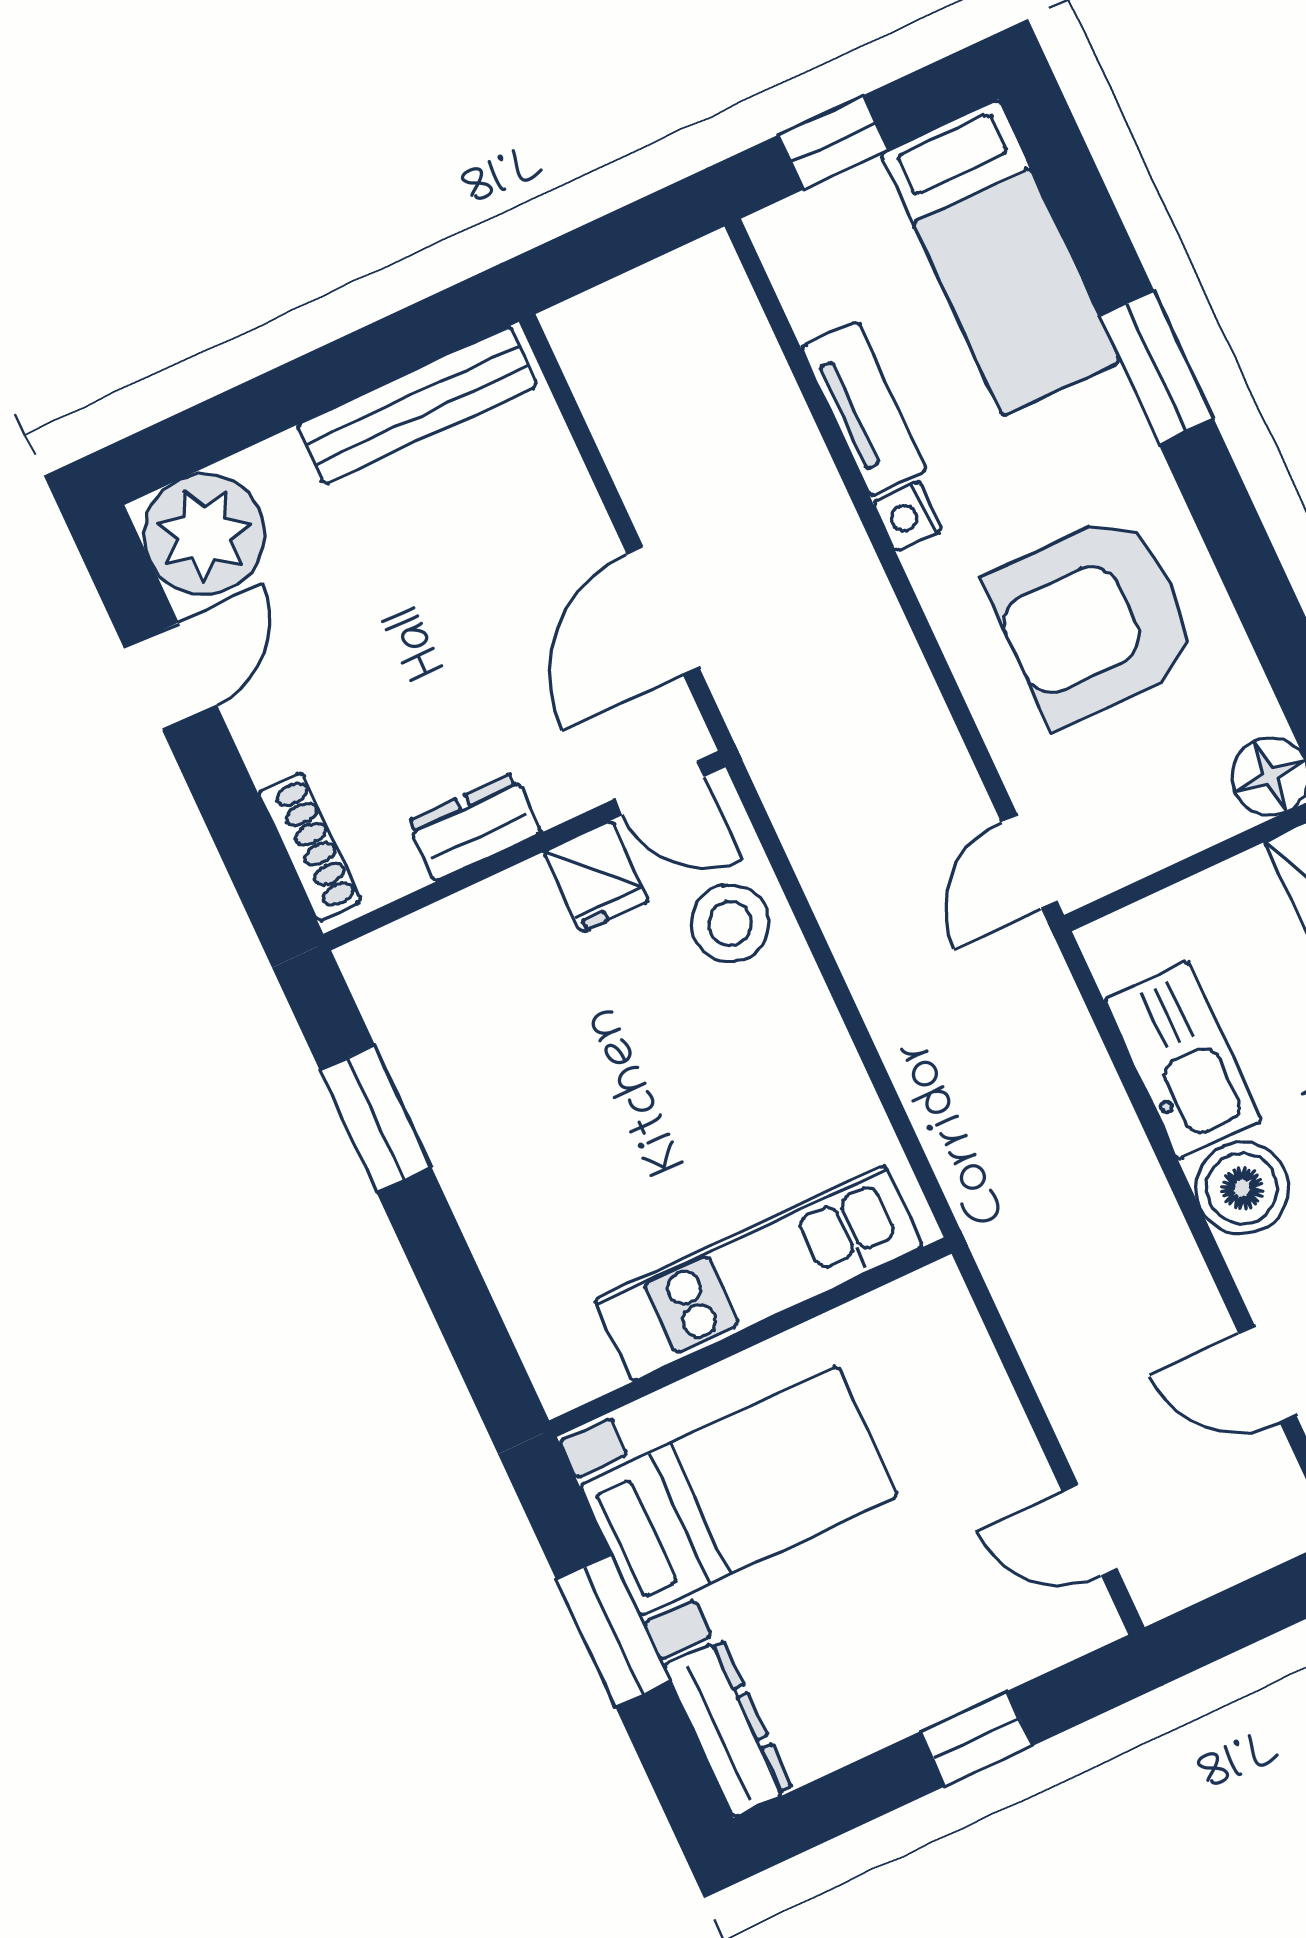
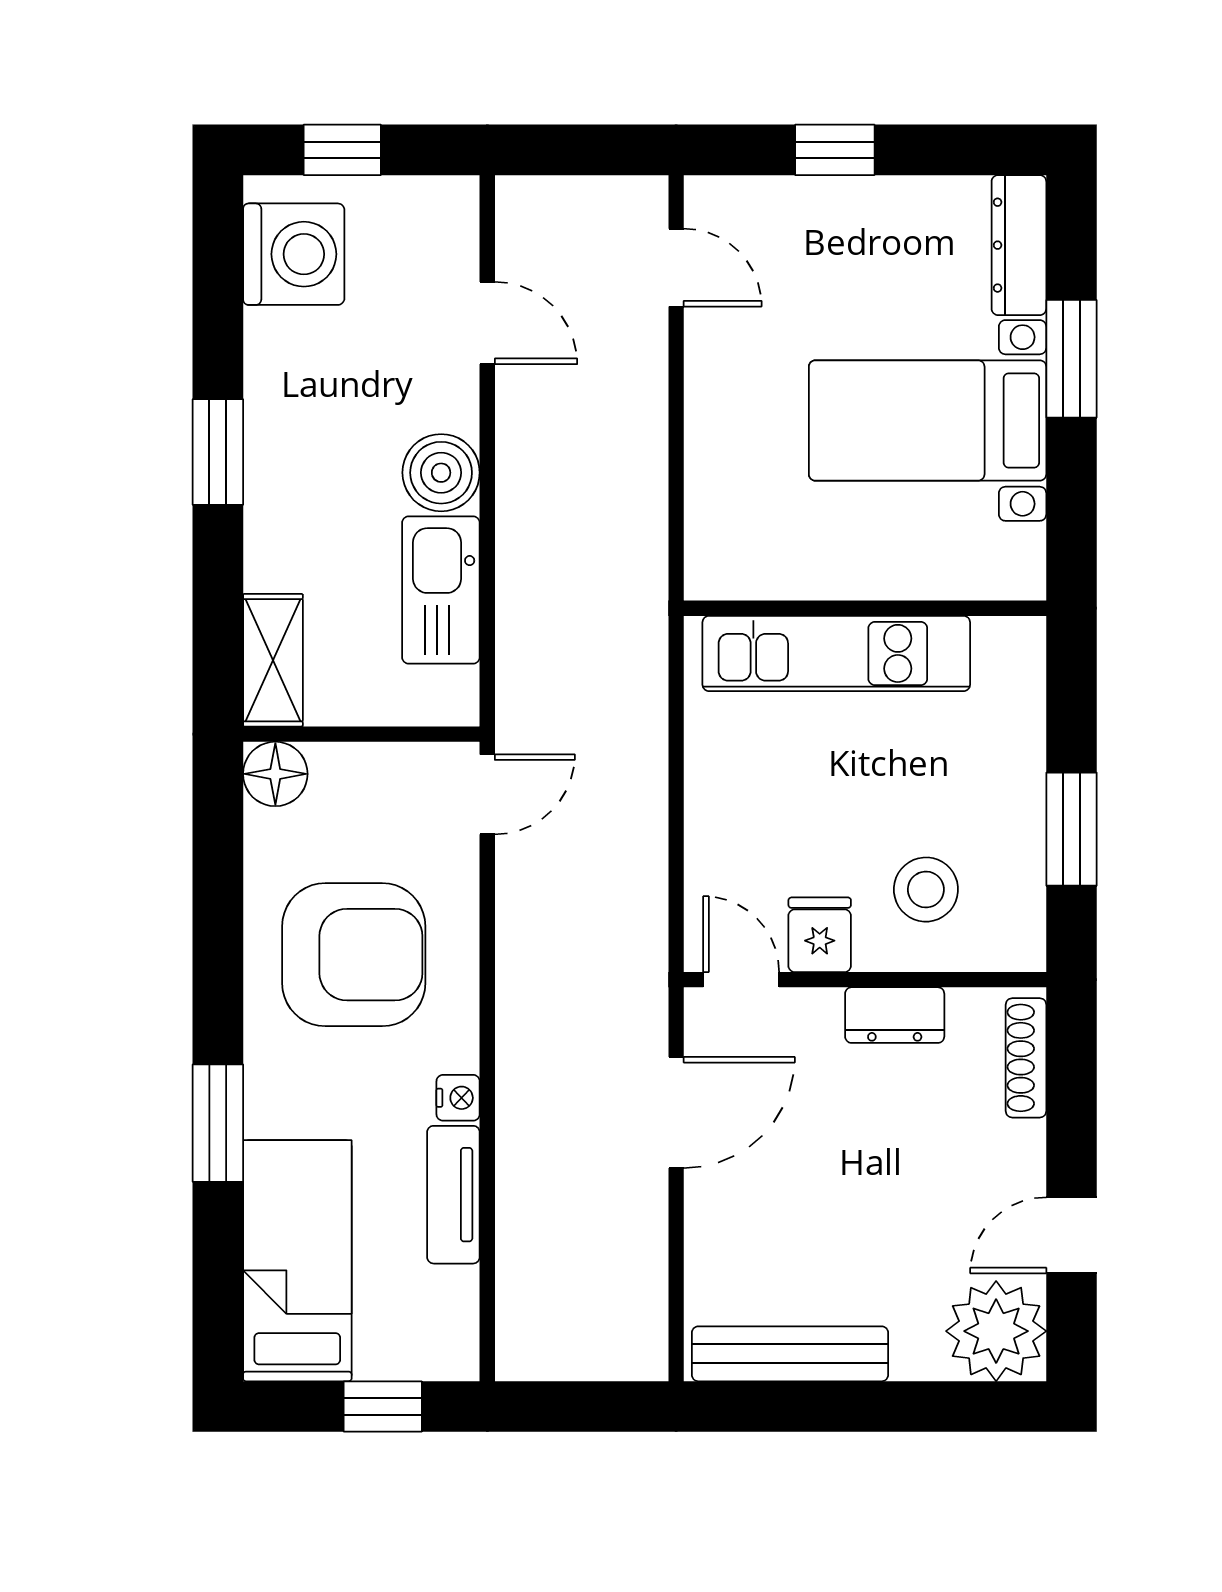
stool: (730, 923) -> (926, 890), moved
kitchen unit: (759, 1273) -> (836, 653), moved
wall: (750, 1337) -> (865, 608), moved

